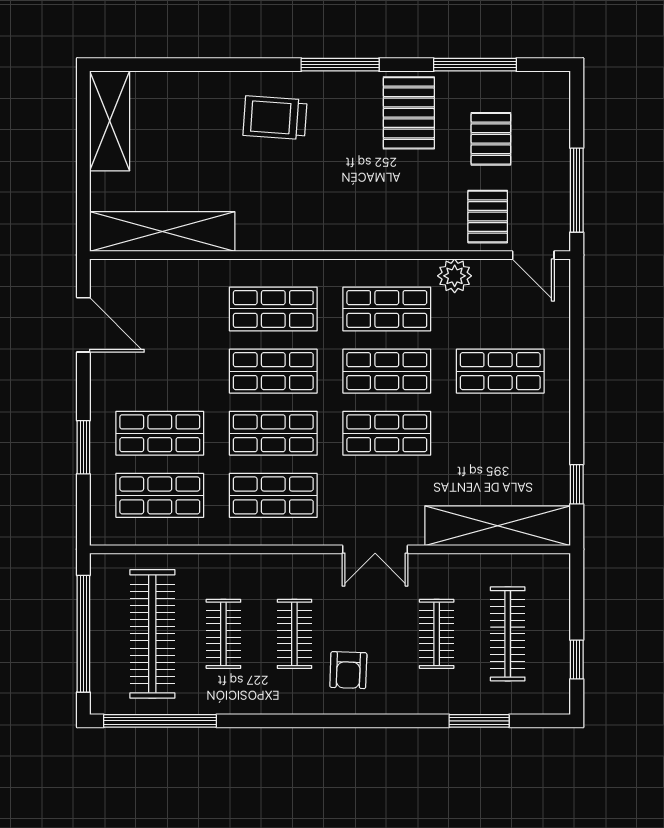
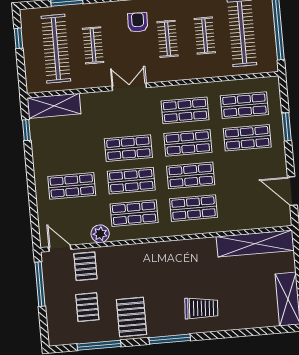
shelving: (498, 526) -> (54, 106), width x0.68
clothes rail: (508, 634) -> (56, 49), width x1.37, depth x1.31

